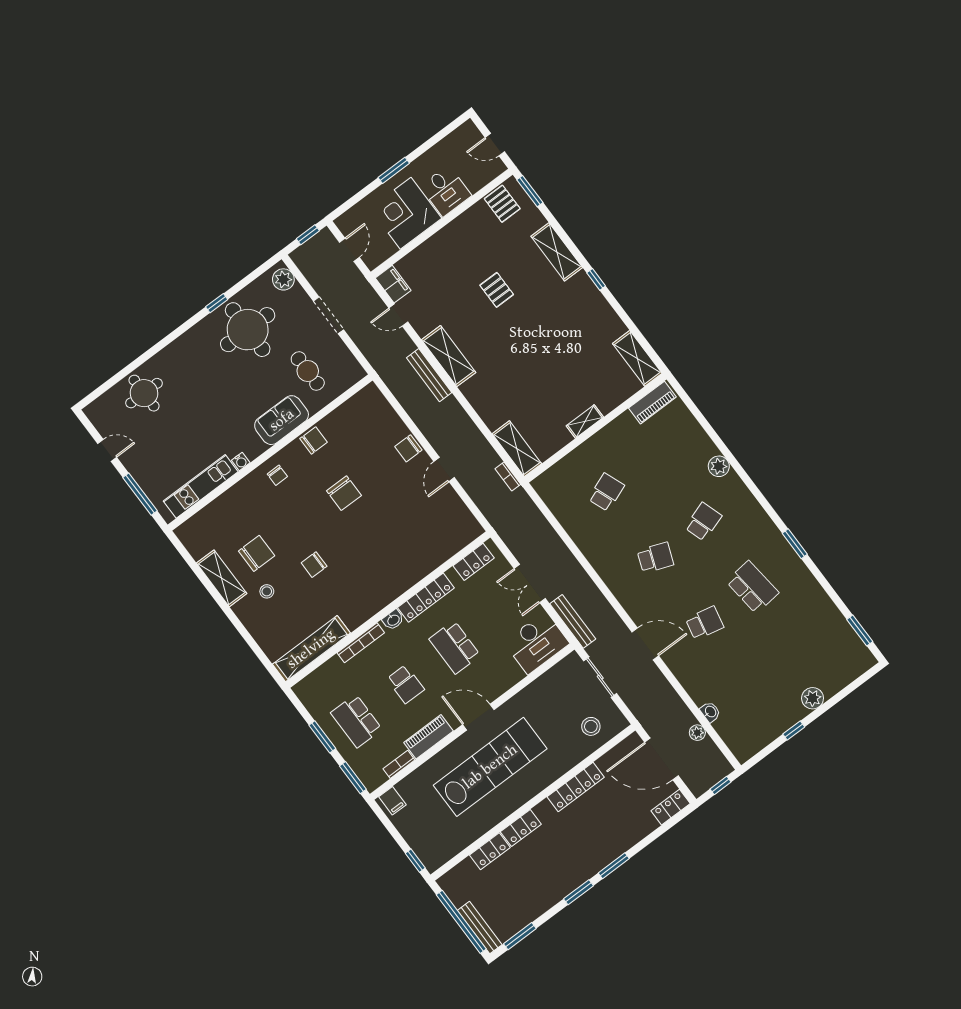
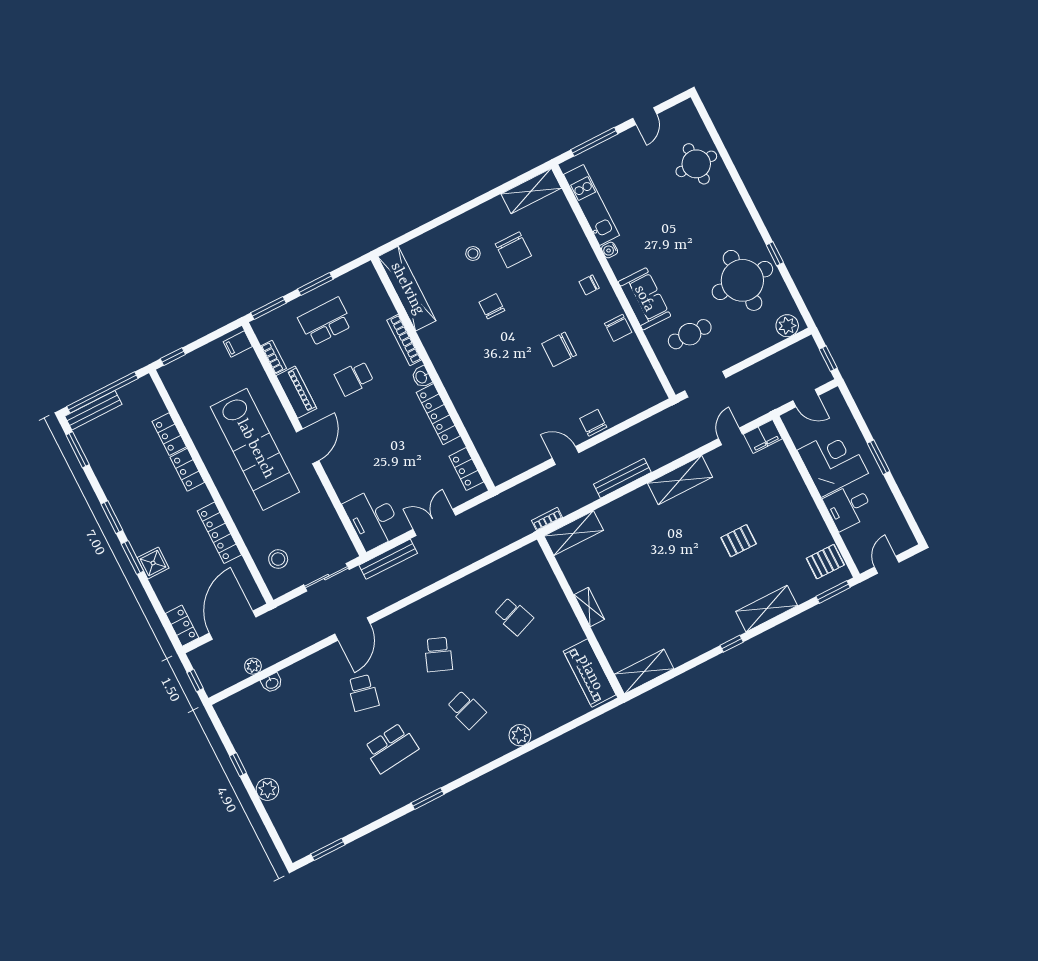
doorway: (328, 315) -> (705, 384), moved
bench: (429, 375) -> (622, 478), moved
piano: (652, 403) -> (590, 673), width x1.37, depth x1.33
shelving: (222, 578) -> (531, 191), moved
school desk: (455, 647) -> (383, 435), removed
shower: (615, 845) -> (153, 563), added

